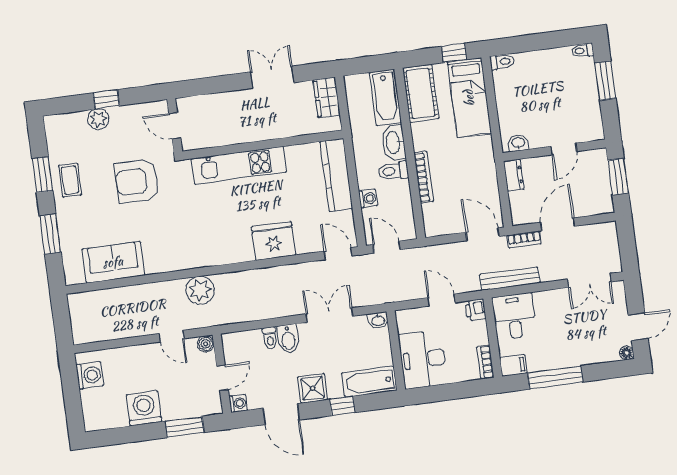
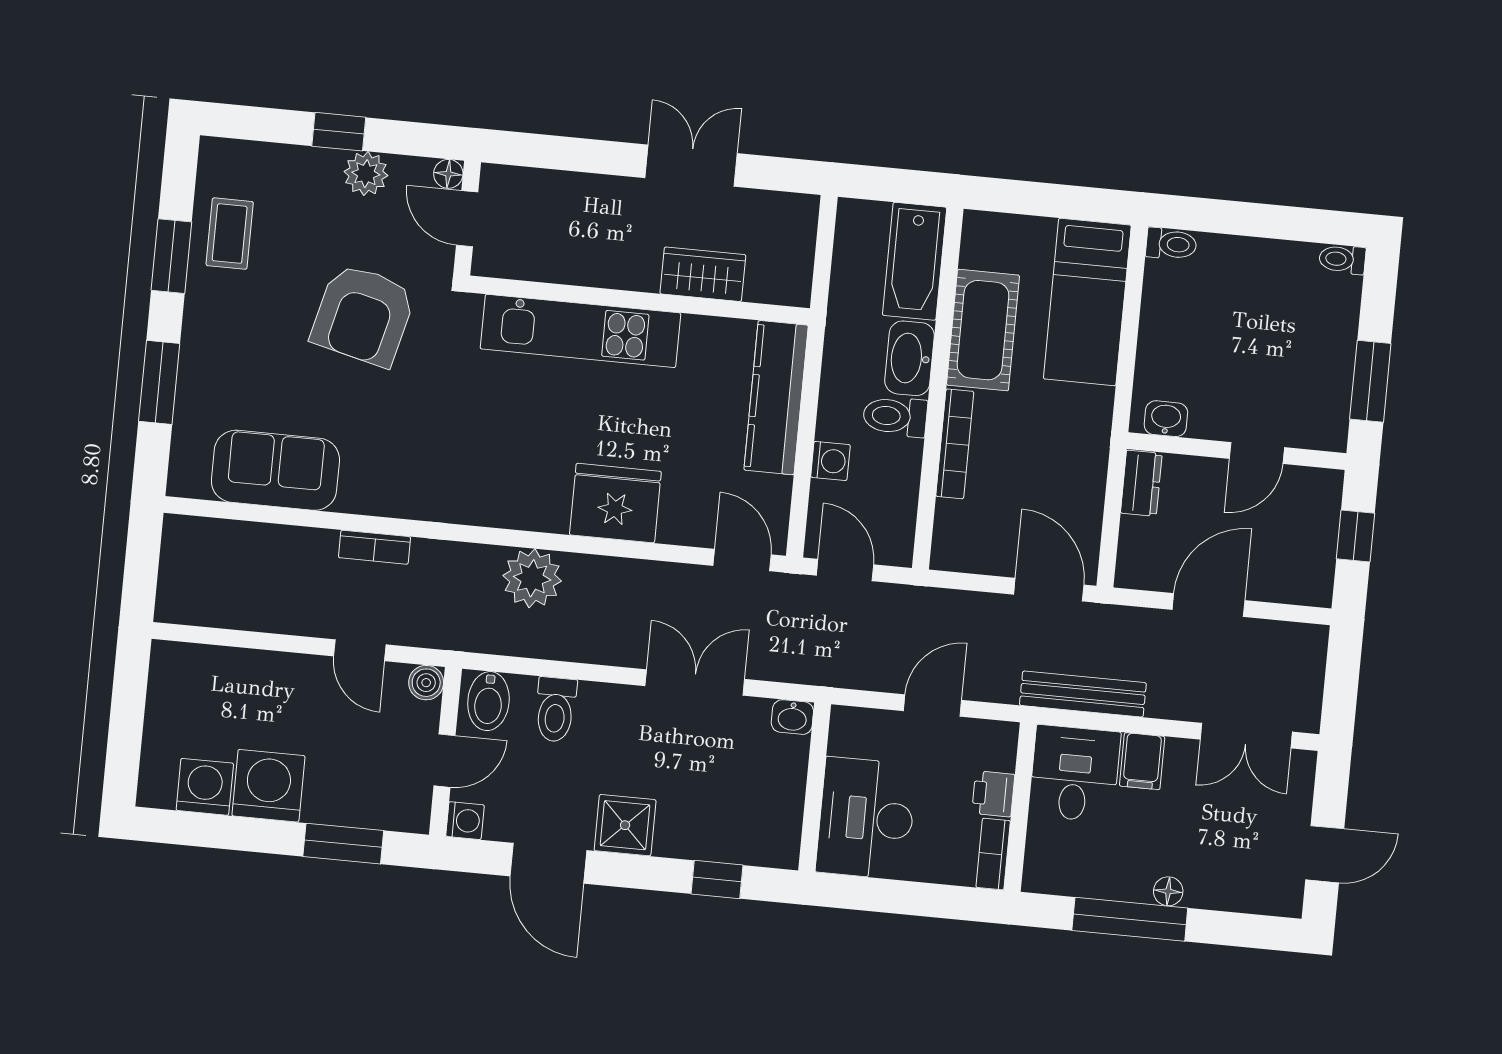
window: (454, 53) -> (1077, 203), removed
window: (605, 81) -> (1370, 381), moved
cot: (421, 93) -> (983, 330), moved
wardrobe: (327, 98) -> (703, 274), moved, turned 90
floor lamp: (161, 107) -> (448, 174), added
plant: (98, 119) -> (366, 174), moved
window: (618, 177) -> (1355, 536), width x0.67
coffee table: (70, 180) -> (230, 234), moved
armchair: (137, 181) -> (363, 315), turned -76
bookcase: (524, 239) -> (374, 547), moved
plant: (200, 290) -> (532, 578), moved
door: (441, 300) -> (932, 705), hinge flipped
printer: (476, 310) -> (993, 794), moved
toilet: (270, 338) -> (555, 709), width x1.37, depth x1.39
bidet: (288, 339) -> (488, 701), moved
floor lamp: (627, 353) -> (1168, 891), moved
filing cabinet: (513, 365) -> (1142, 761), moved, turned 90
washing machine: (90, 375) -> (205, 787), moved, turned -90
bathtub: (369, 382) -> (745, 839), removed
window: (342, 406) -> (717, 879), moved

